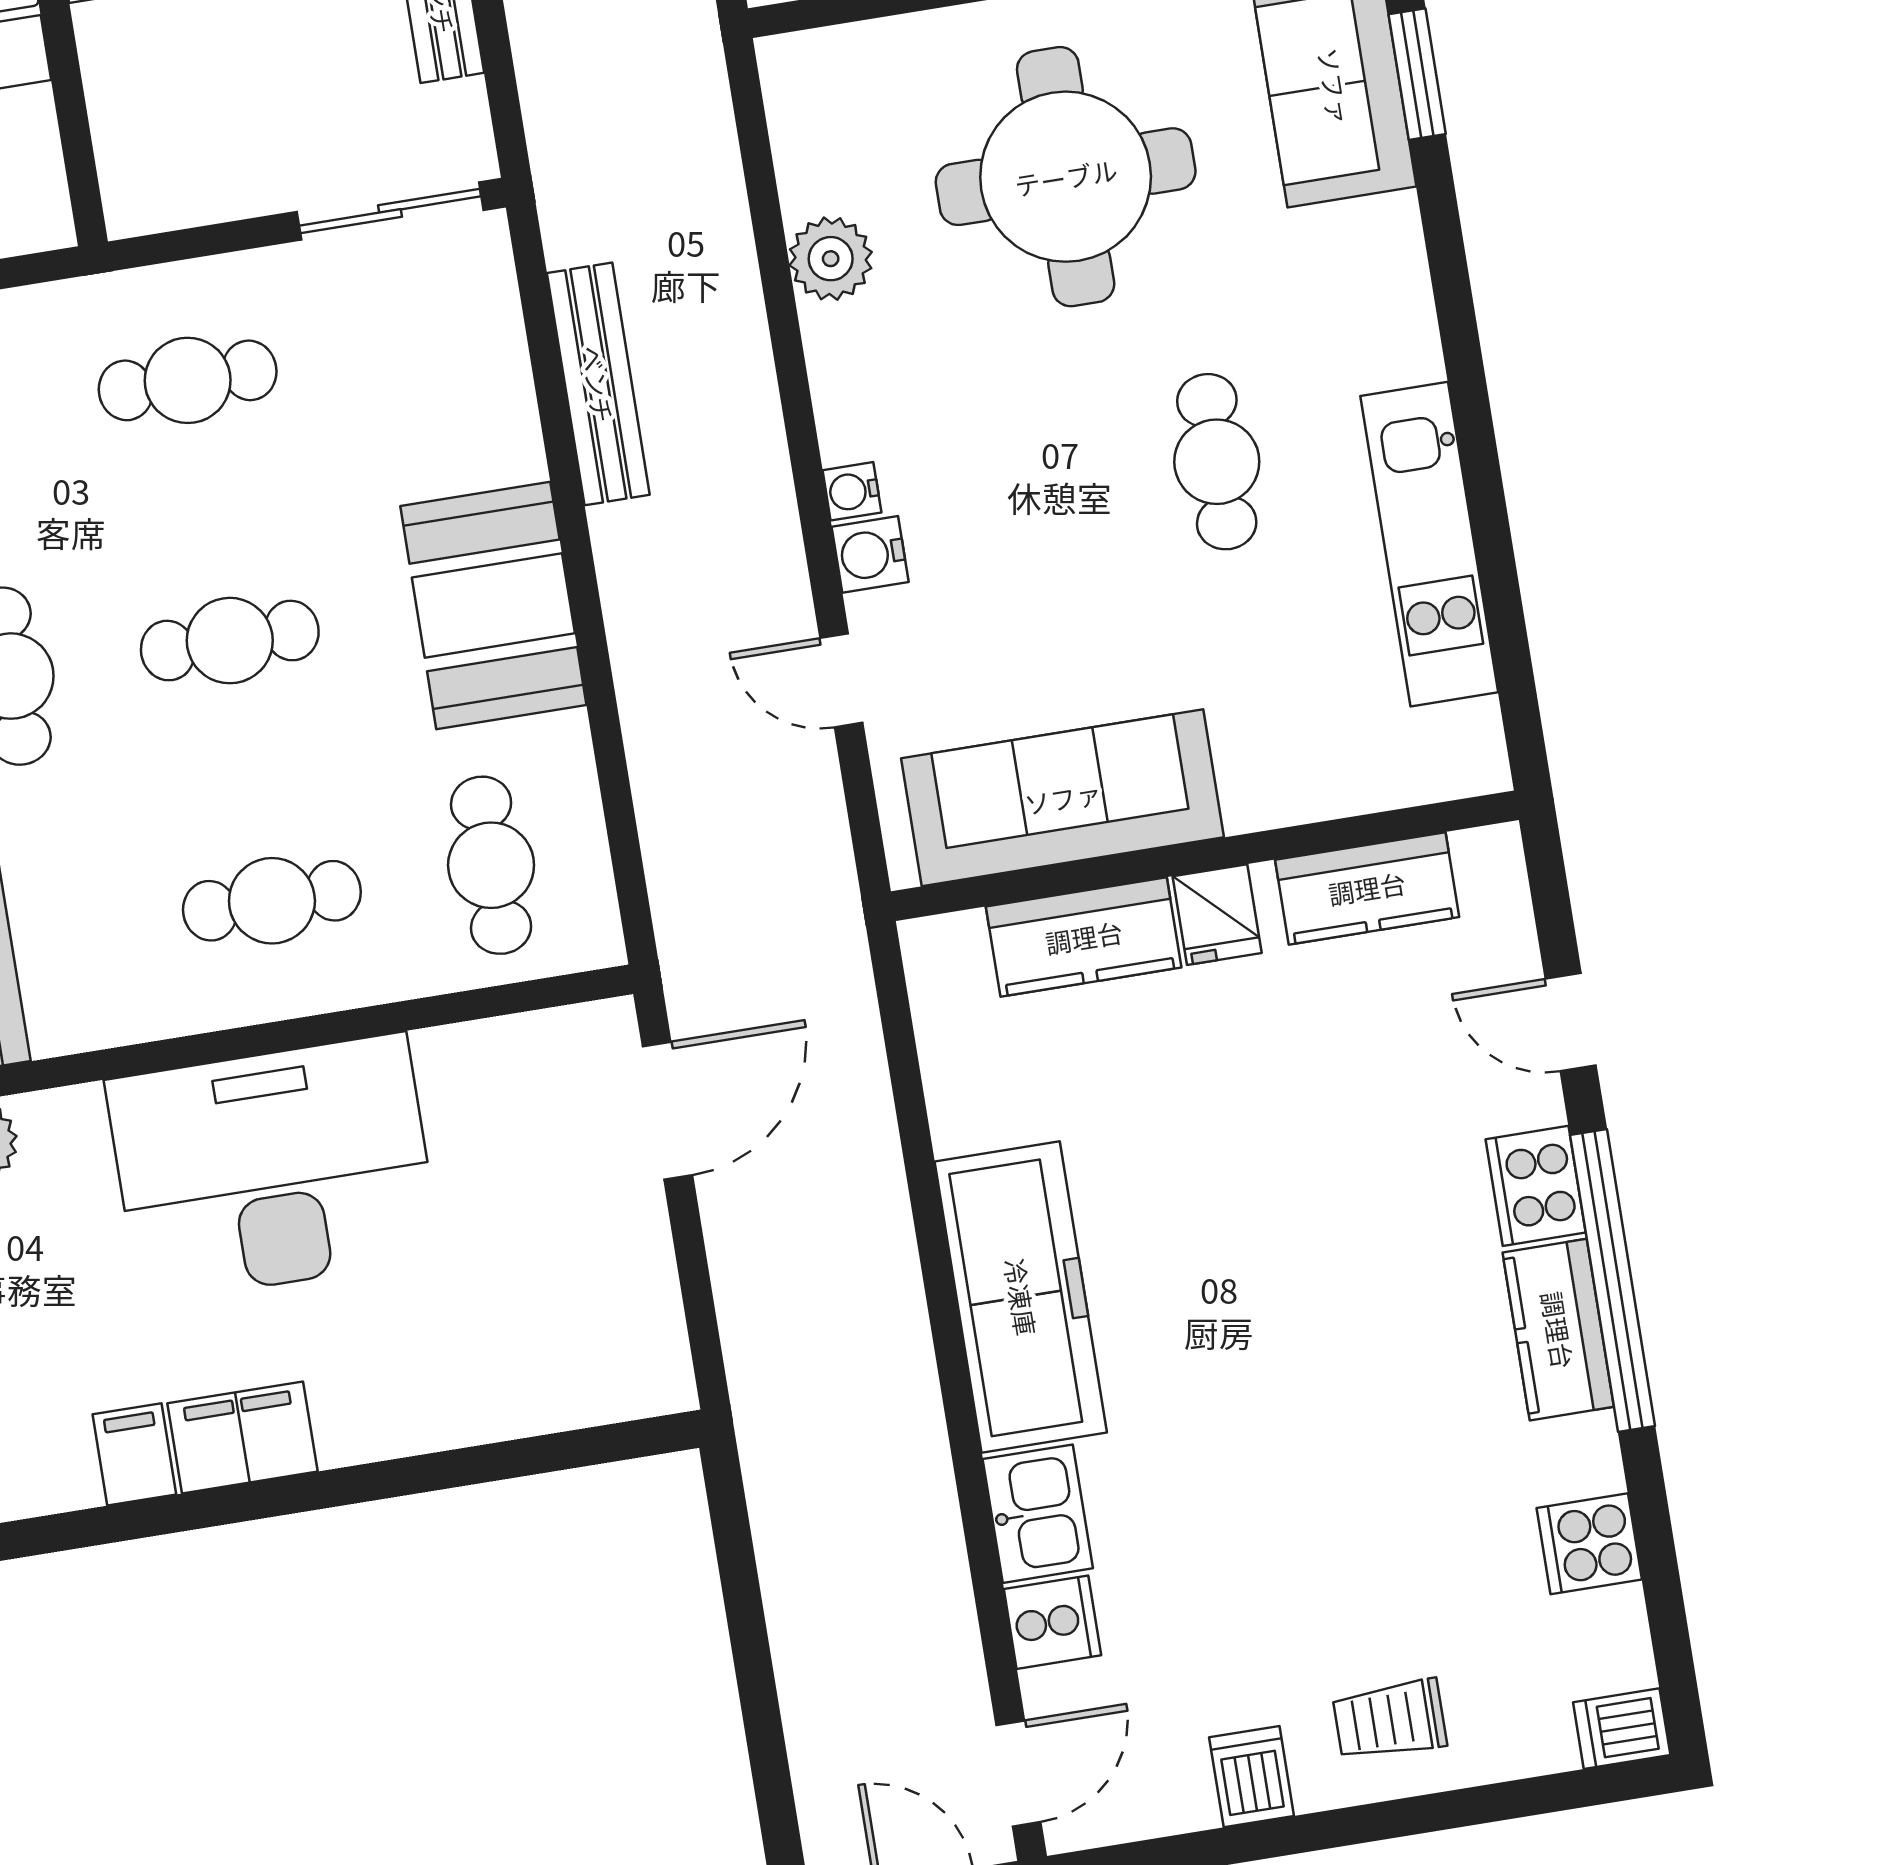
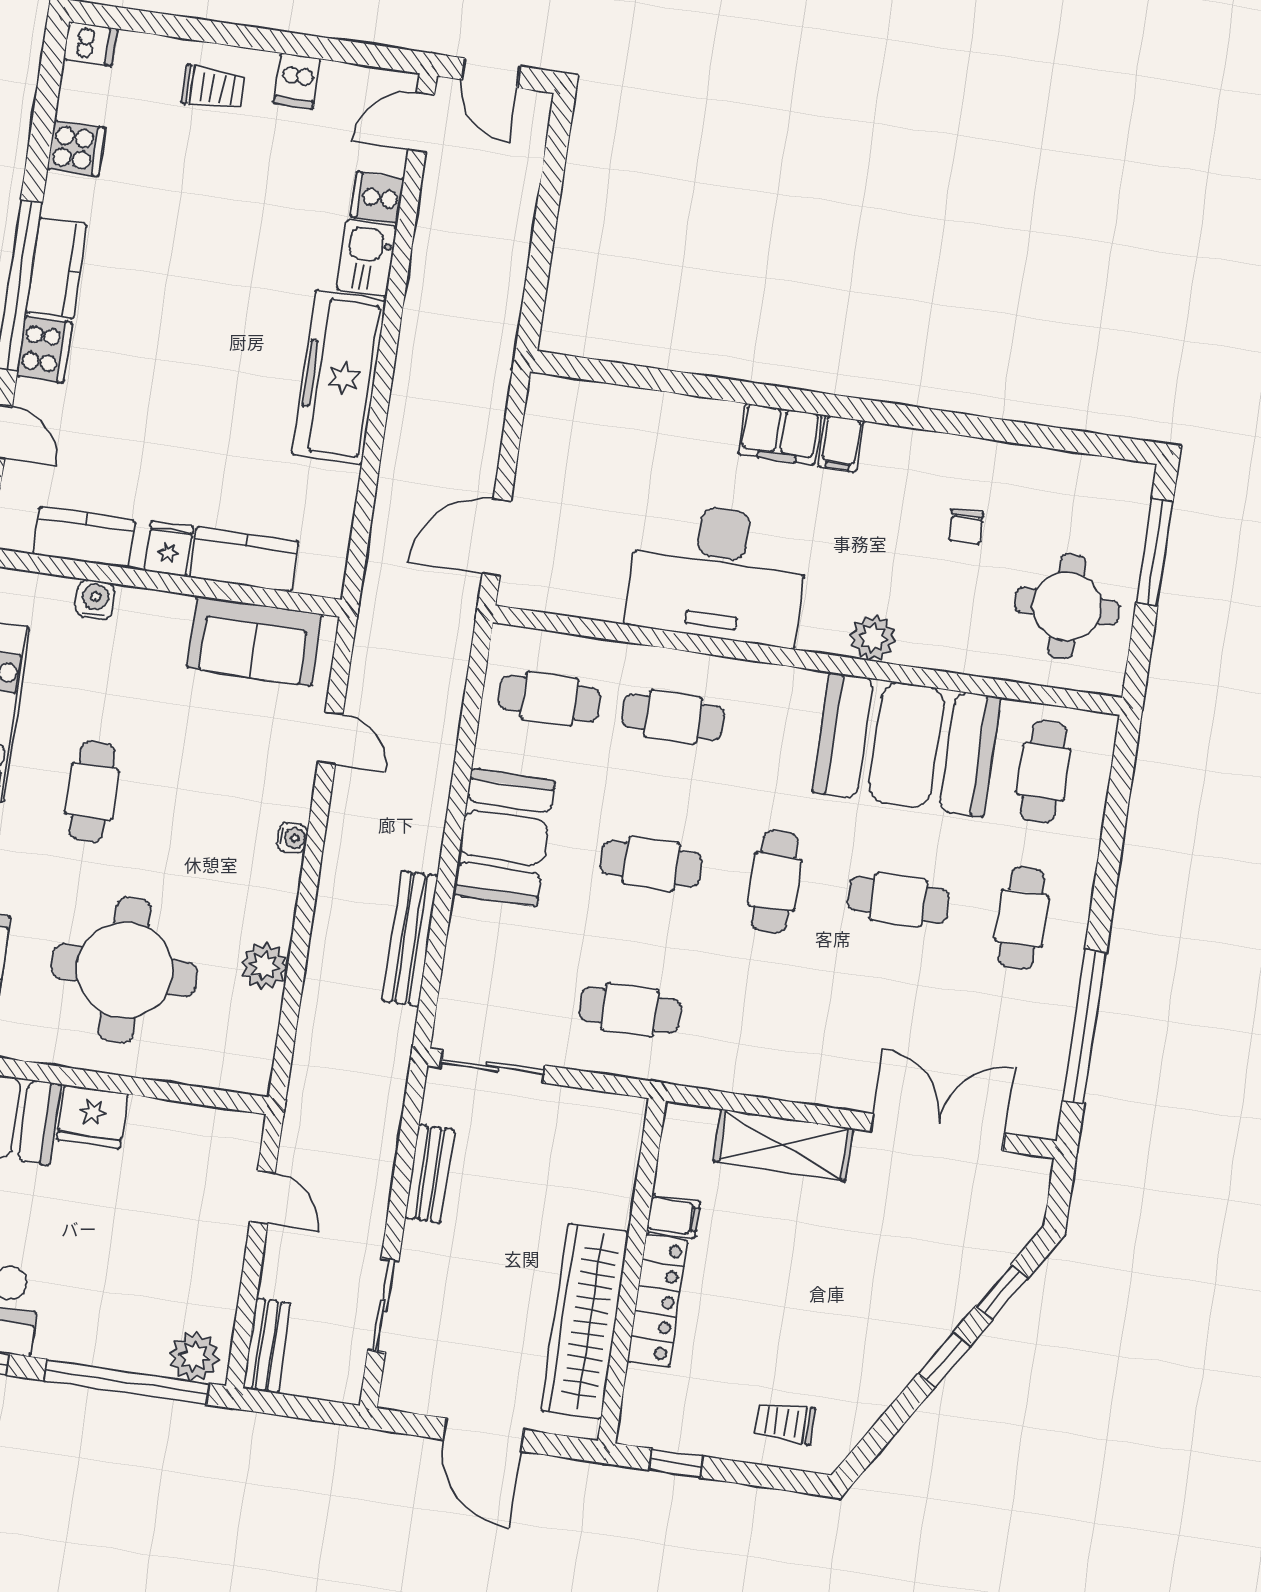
water cooler: (870, 554) -> (95, 600), moved, turned -90
sofa: (1063, 798) -> (254, 641), width x0.73
cafe table: (491, 865) -> (549, 699), turned 90

